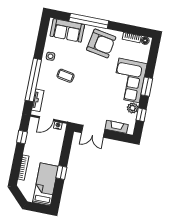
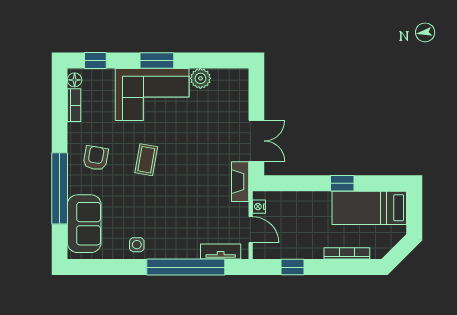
armchair: (101, 43) -> (96, 158), width x0.53, depth x0.53
coffee table: (66, 76) -> (146, 160), moved
window: (141, 115) -> (95, 60), moved
fireplace: (117, 127) -> (240, 182), moved

